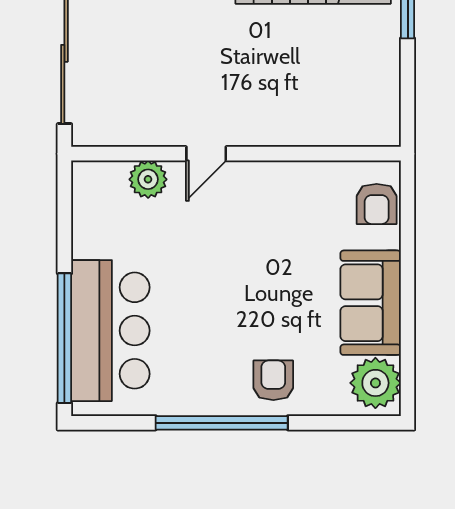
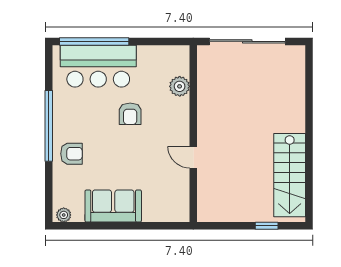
door: (206, 154) -> (193, 157), moved
armchair: (377, 204) -> (130, 114), moved, turned -90
plant: (375, 383) -> (64, 215), width x0.53, depth x0.53

